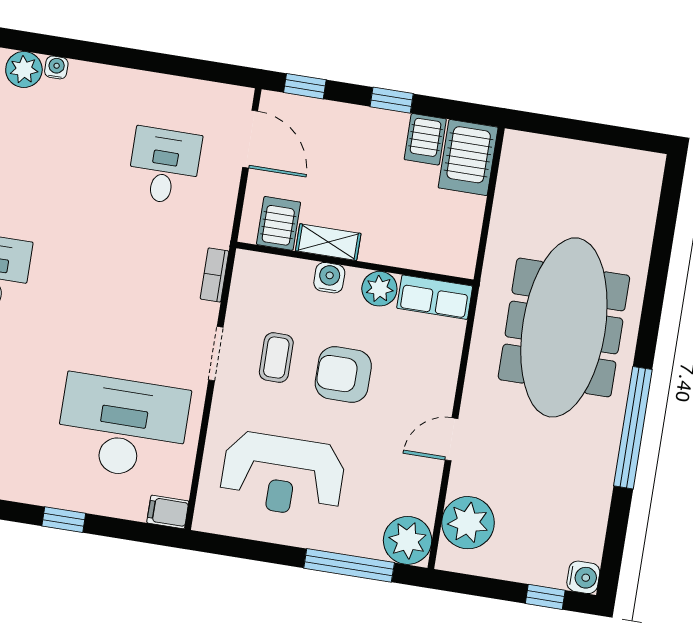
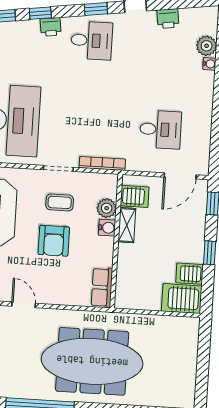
bookcase: (215, 275) -> (102, 163), width x1.56
plant: (379, 289) -> (107, 208), moved
armchair: (343, 375) -> (54, 241), turned 180

